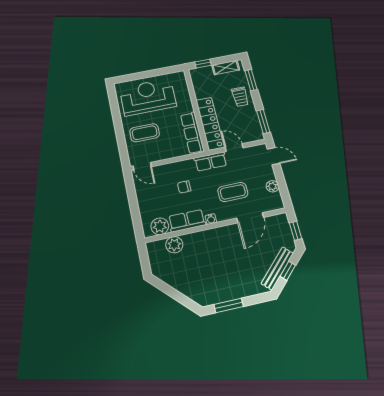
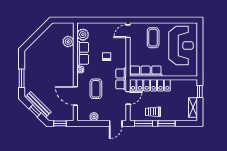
window: (251, 80) -> (166, 123), moved
trolley: (240, 97) -> (153, 112), moved
window: (229, 305) -> (22, 78), moved

